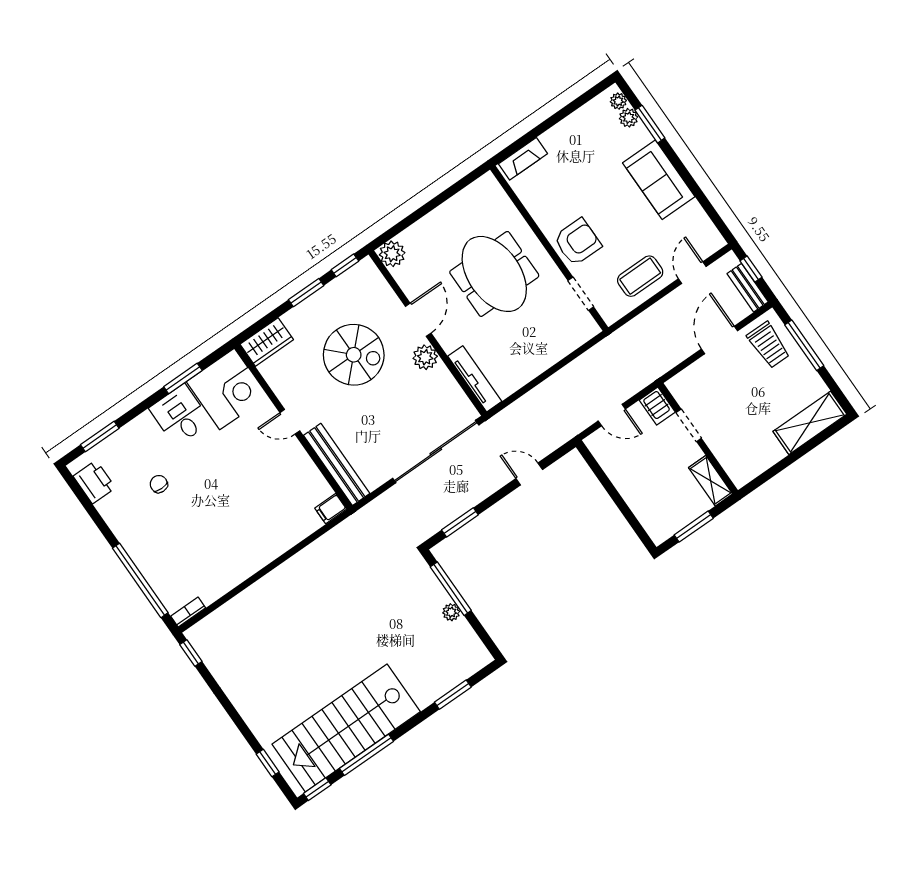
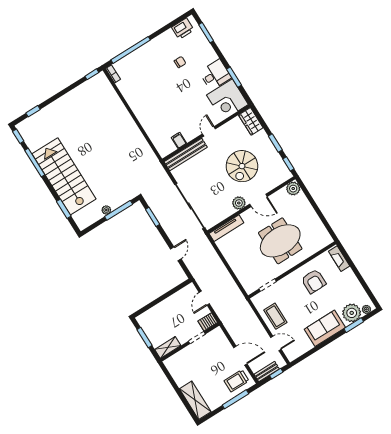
plant: (629, 118) -> (352, 313), width x1.87, depth x1.87
armchair: (577, 242) -> (314, 281), moved
filing cabinet: (331, 509) -> (179, 140), moved
stairs: (346, 728) -> (64, 176), moved

